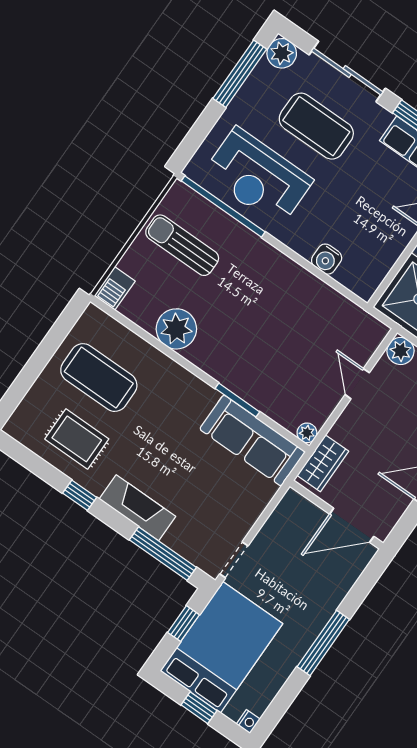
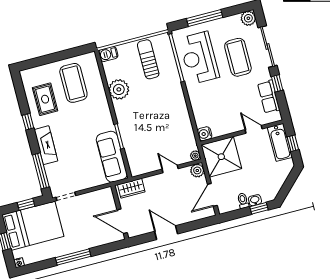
window: (240, 74) -> (205, 18), moved
water cooler: (327, 259) -> (205, 134), moved
door: (357, 384) -> (170, 169), hinge flipped
plant: (307, 433) -> (195, 156), moved

